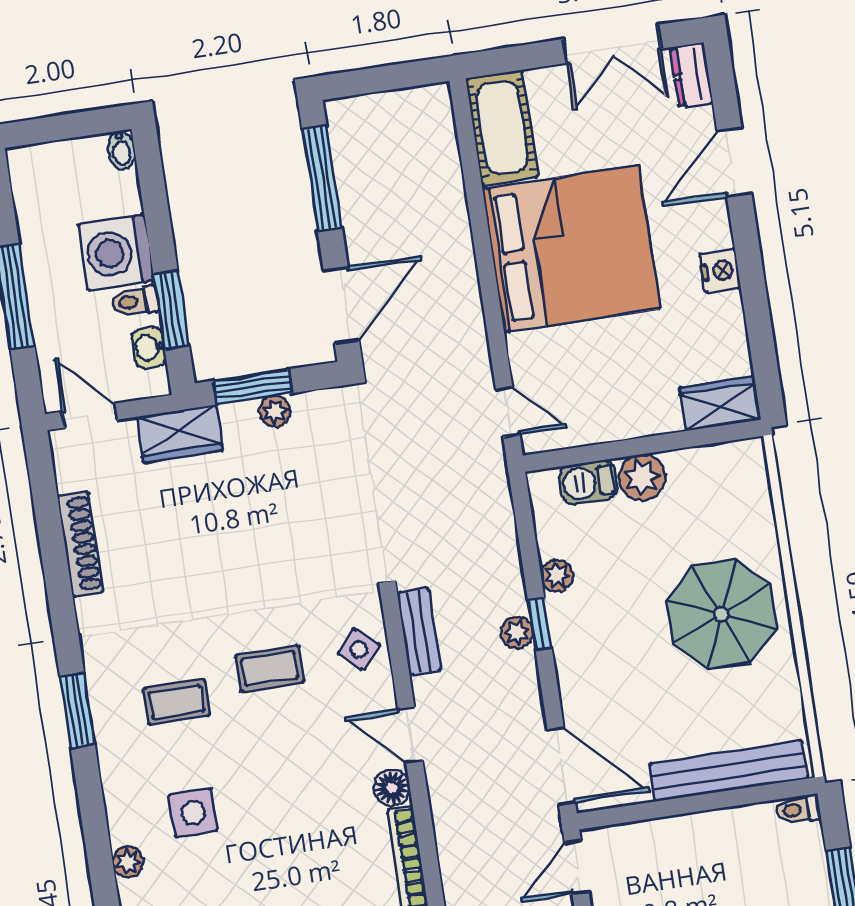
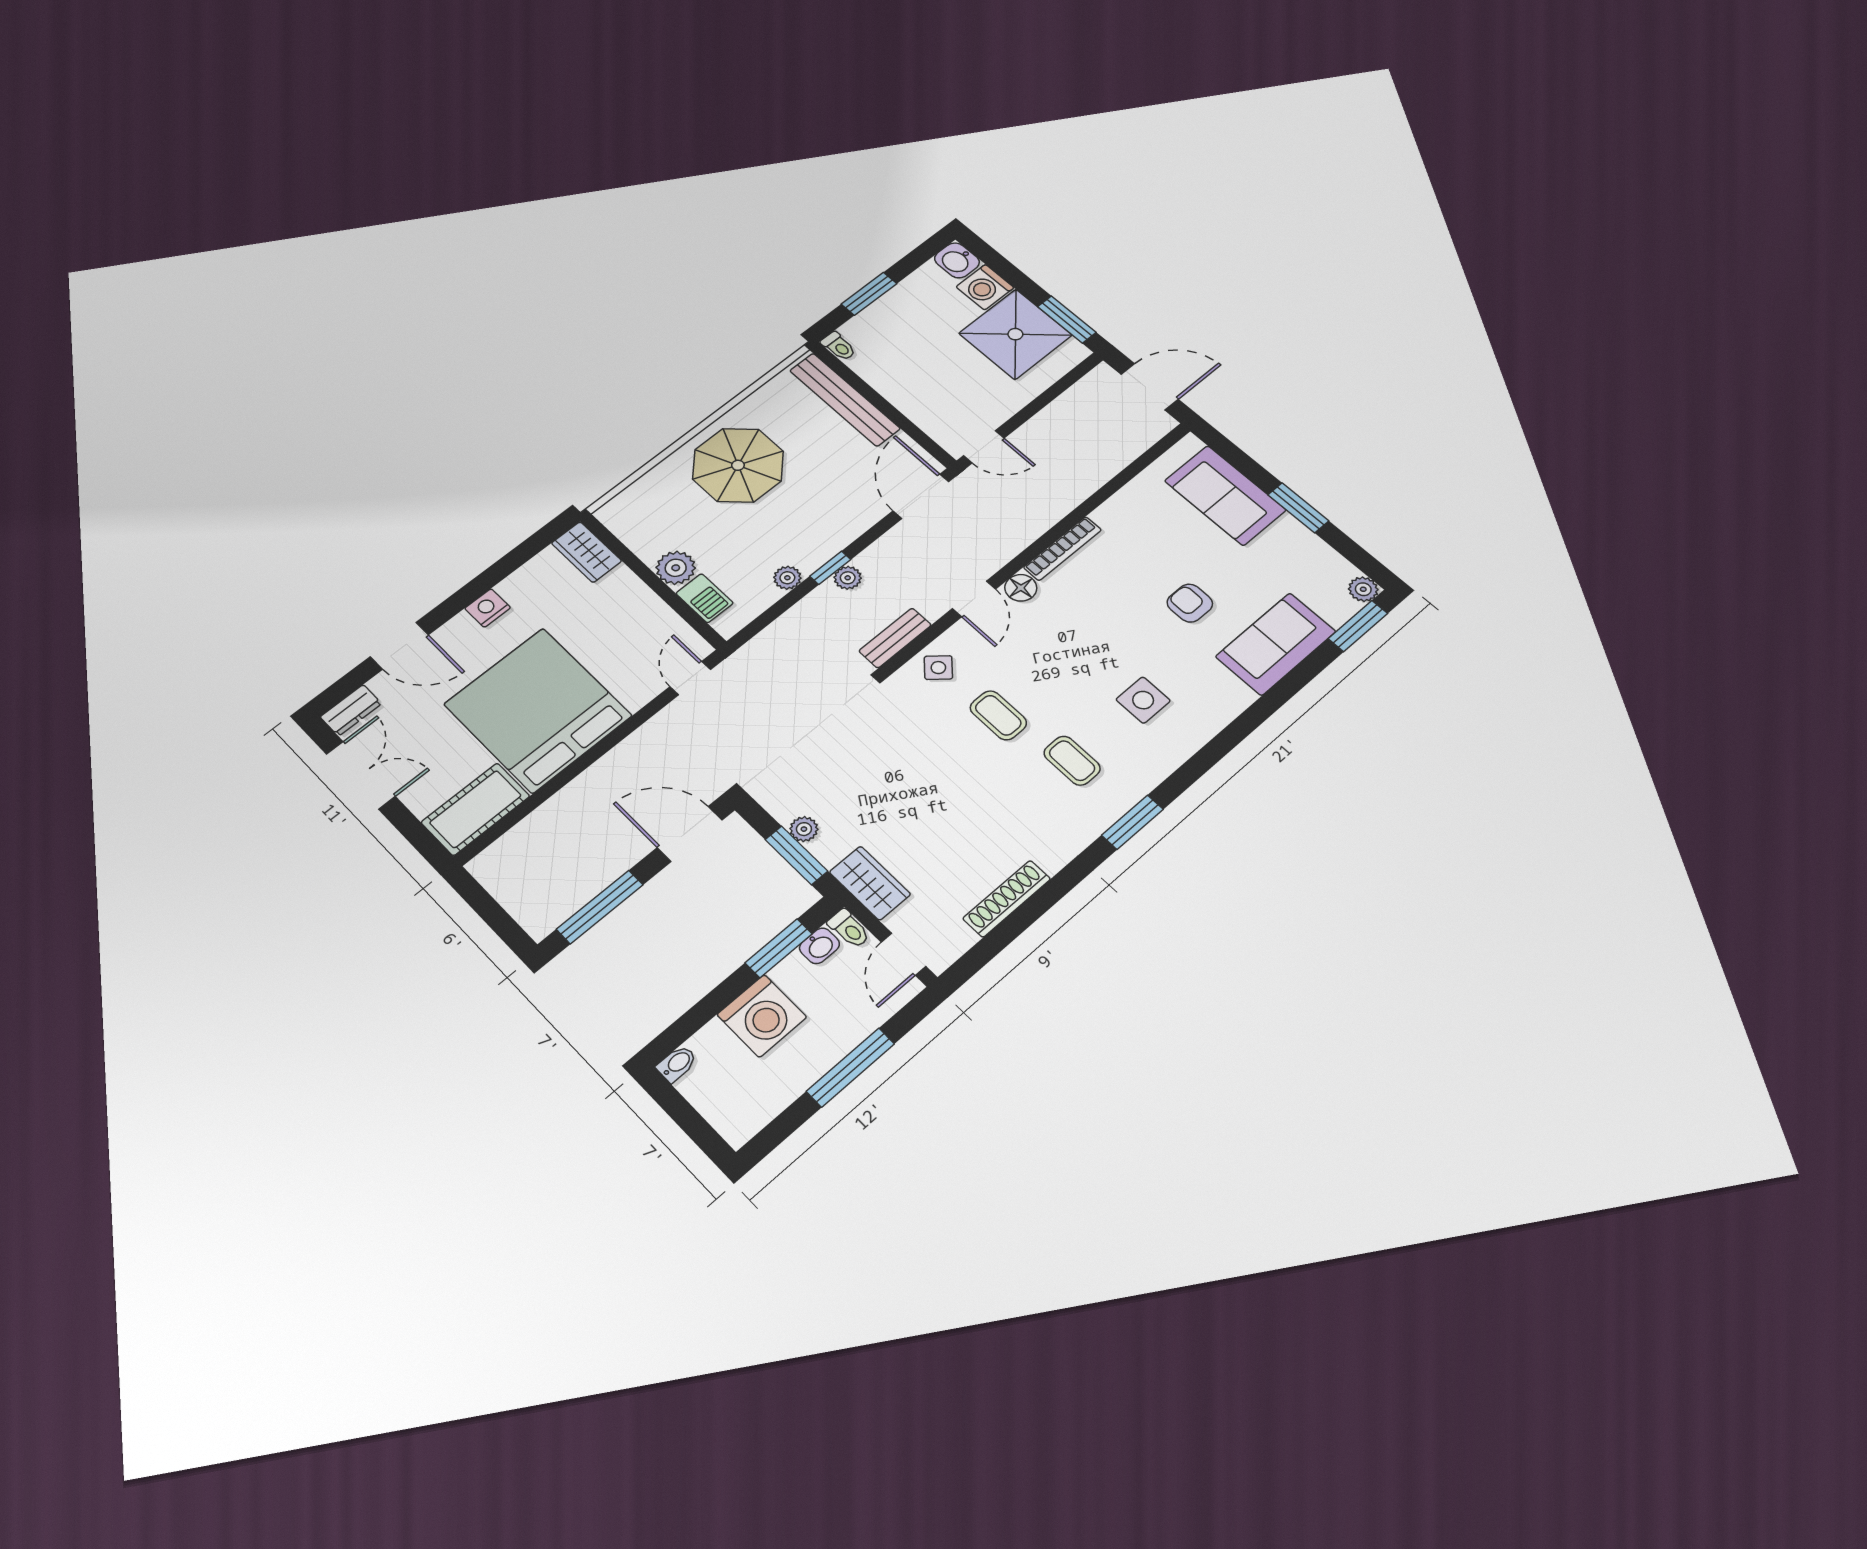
toilet: (135, 301) -> (849, 929), moved
plant: (128, 862) -> (1214, 720), removed

